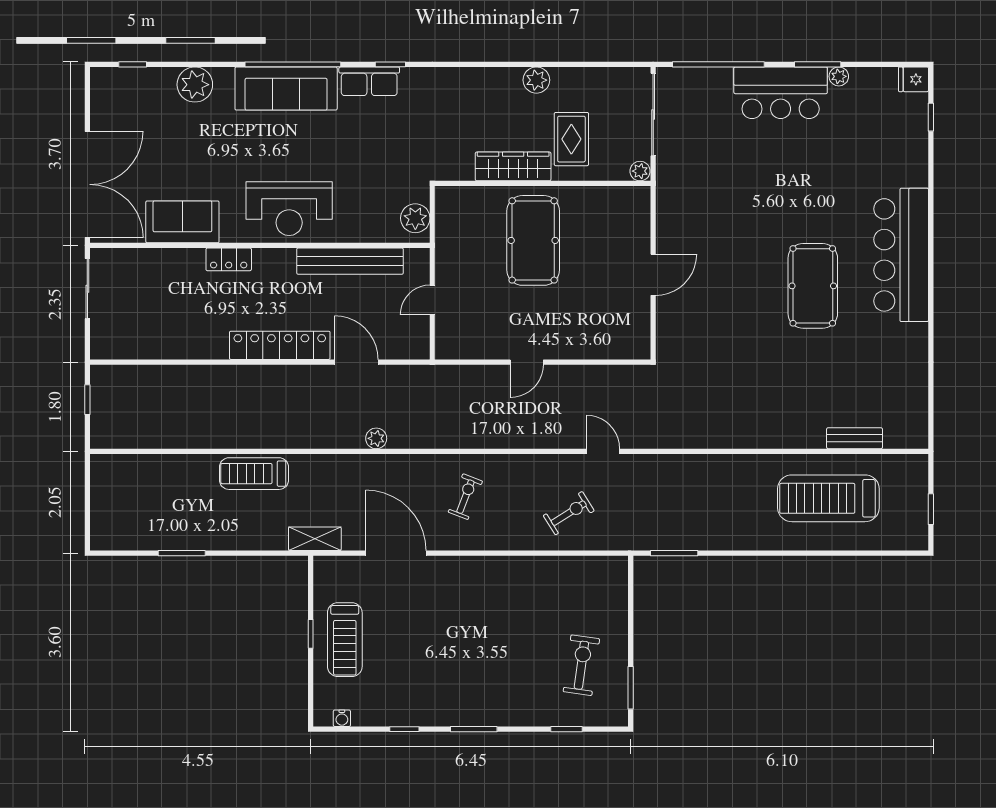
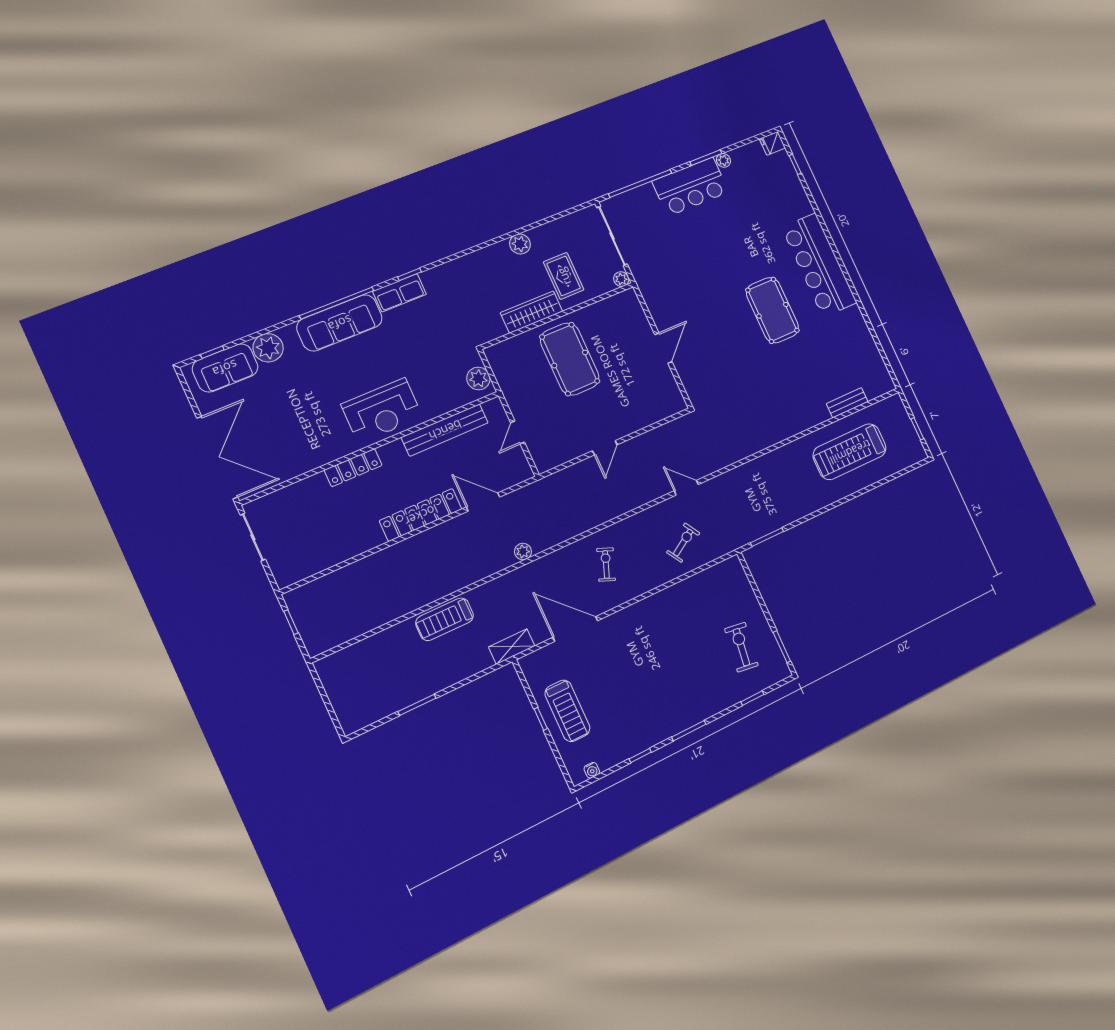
sofa: (182, 222) -> (225, 368), moved, turned 180
locker: (229, 259) -> (353, 468), width x1.53

